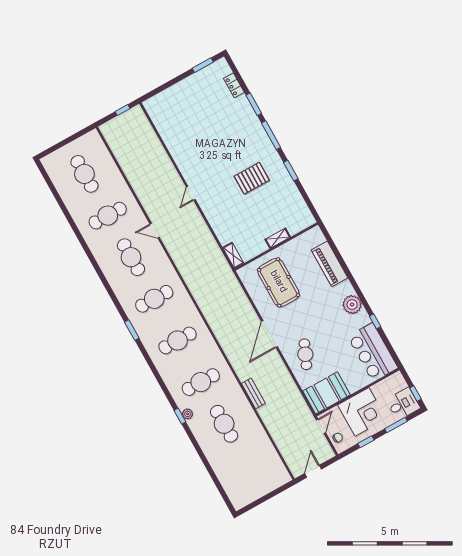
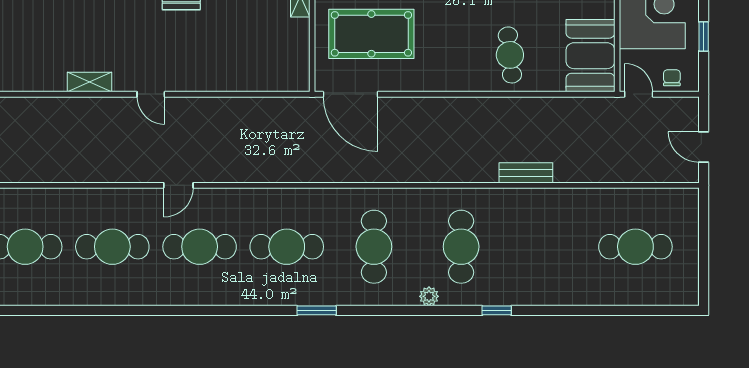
cafe table: (108, 216) -> (112, 247), turned 90
shelving: (233, 255) -> (90, 82), moved
cafe table: (154, 299) -> (287, 247), turned 90
door: (269, 334) -> (350, 94), moved
cafe table: (305, 354) -> (510, 55), turned 60
plant: (188, 414) -> (429, 296), moved
cafe table: (224, 424) -> (635, 247), moved

